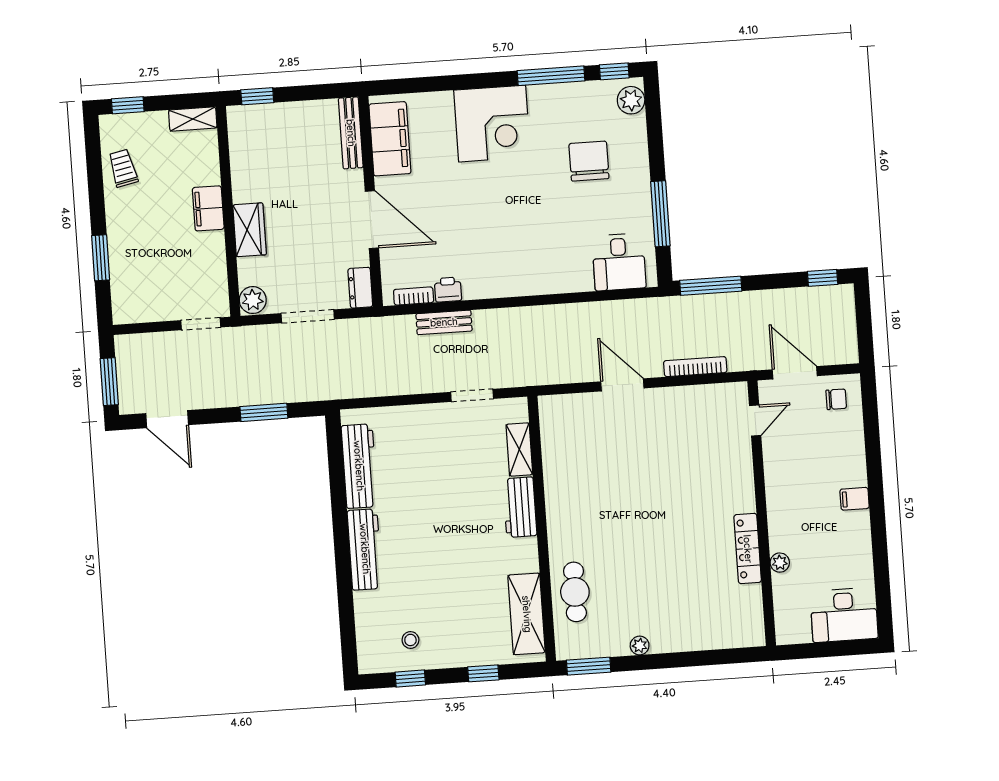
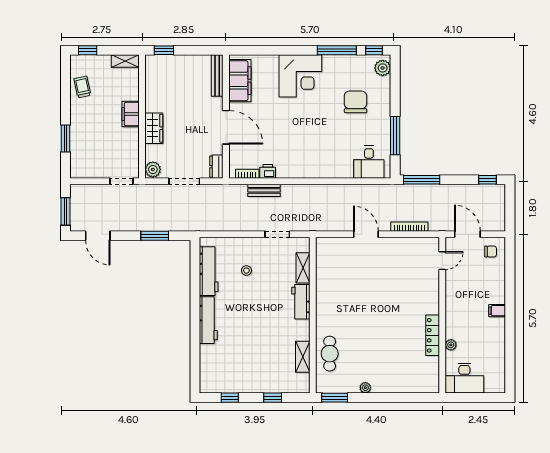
shelving: (527, 614) -> (303, 357), width x0.67, depth x0.75
desk: (844, 615) -> (464, 378), moved
stool: (410, 640) -> (246, 271), moved

